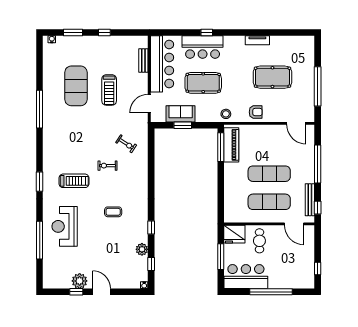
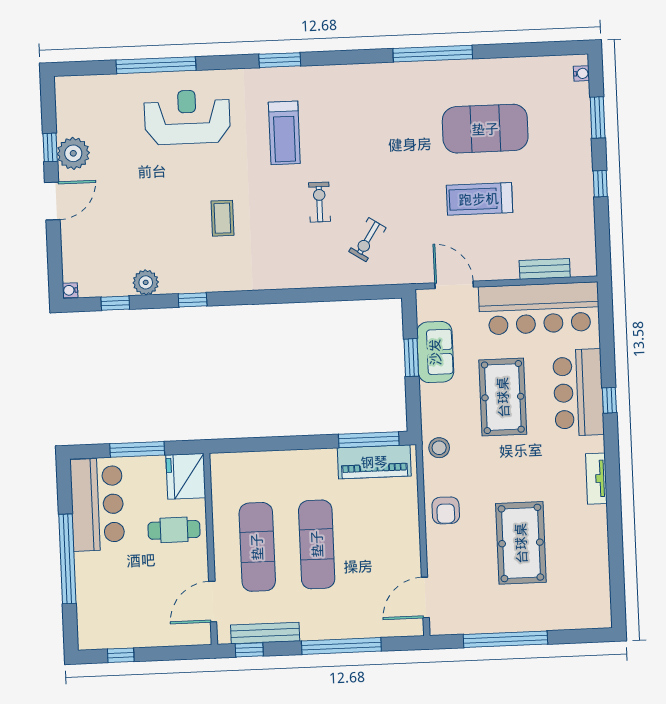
tv unit: (257, 40) -> (596, 479), moved

